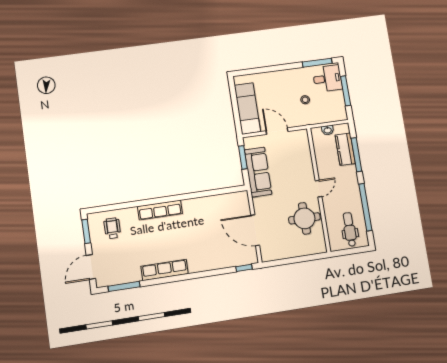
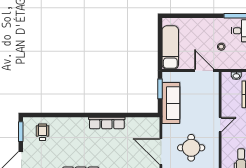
door: (277, 131) -> (204, 70), moved
row of seats: (160, 210) -> (107, 123), moved
round table: (304, 218) -> (191, 148), moved

